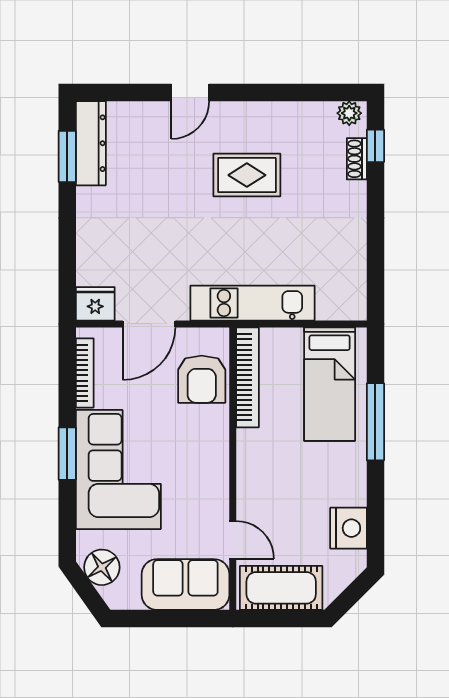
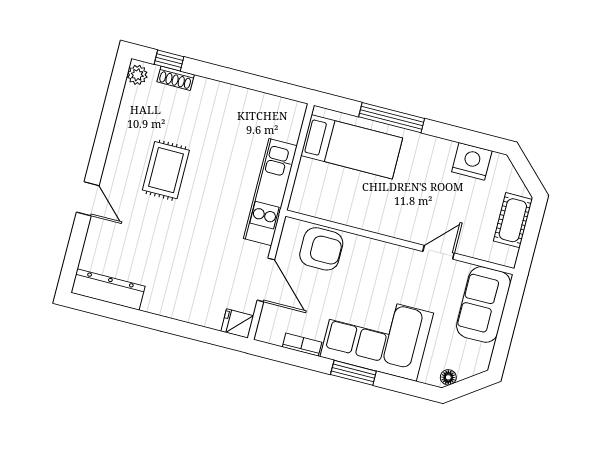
window: (67, 156) -> (114, 311), removed
fridge: (95, 304) -> (237, 324), width x0.72
bookcase: (85, 373) -> (302, 345), width x0.64
bookcase: (248, 377) -> (329, 212), removed
door: (233, 540) -> (438, 252), moved
floor lamp: (102, 567) -> (448, 377), width x0.53, depth x0.53
cot: (281, 588) -> (513, 220), width x0.73, depth x0.75

